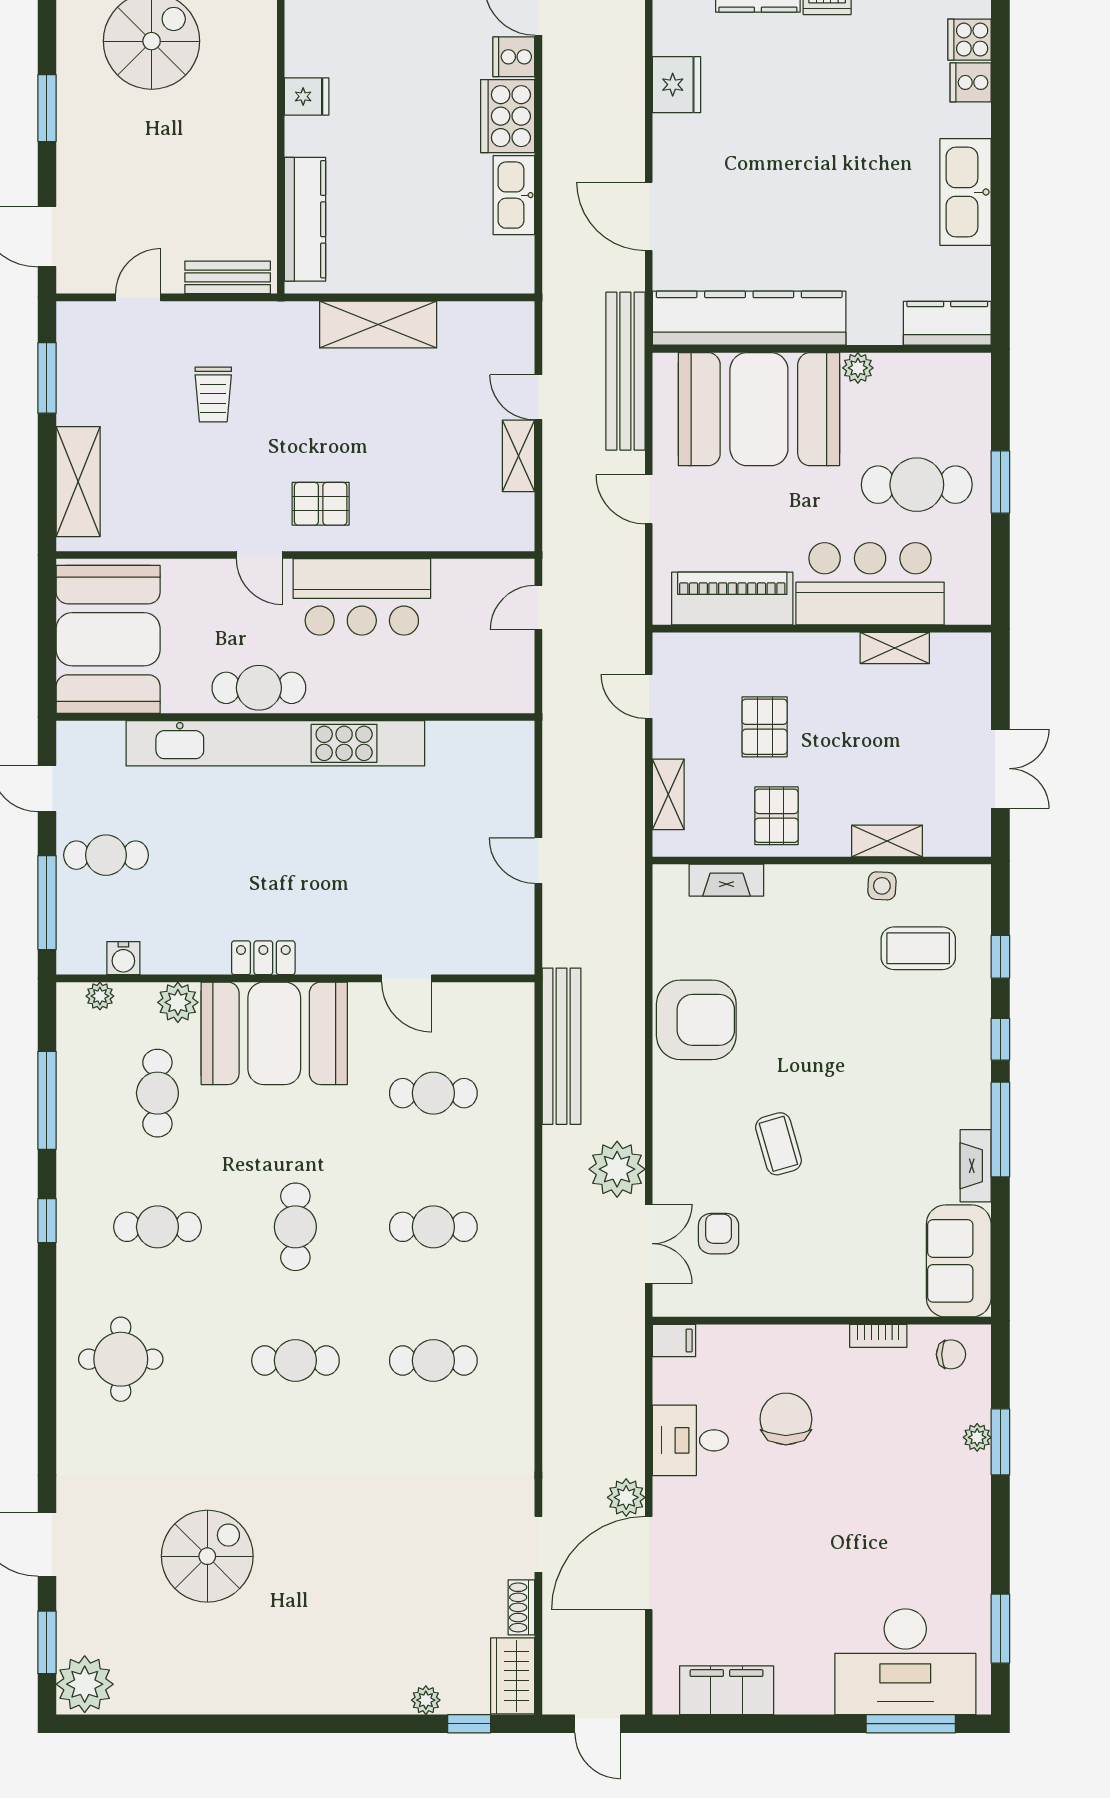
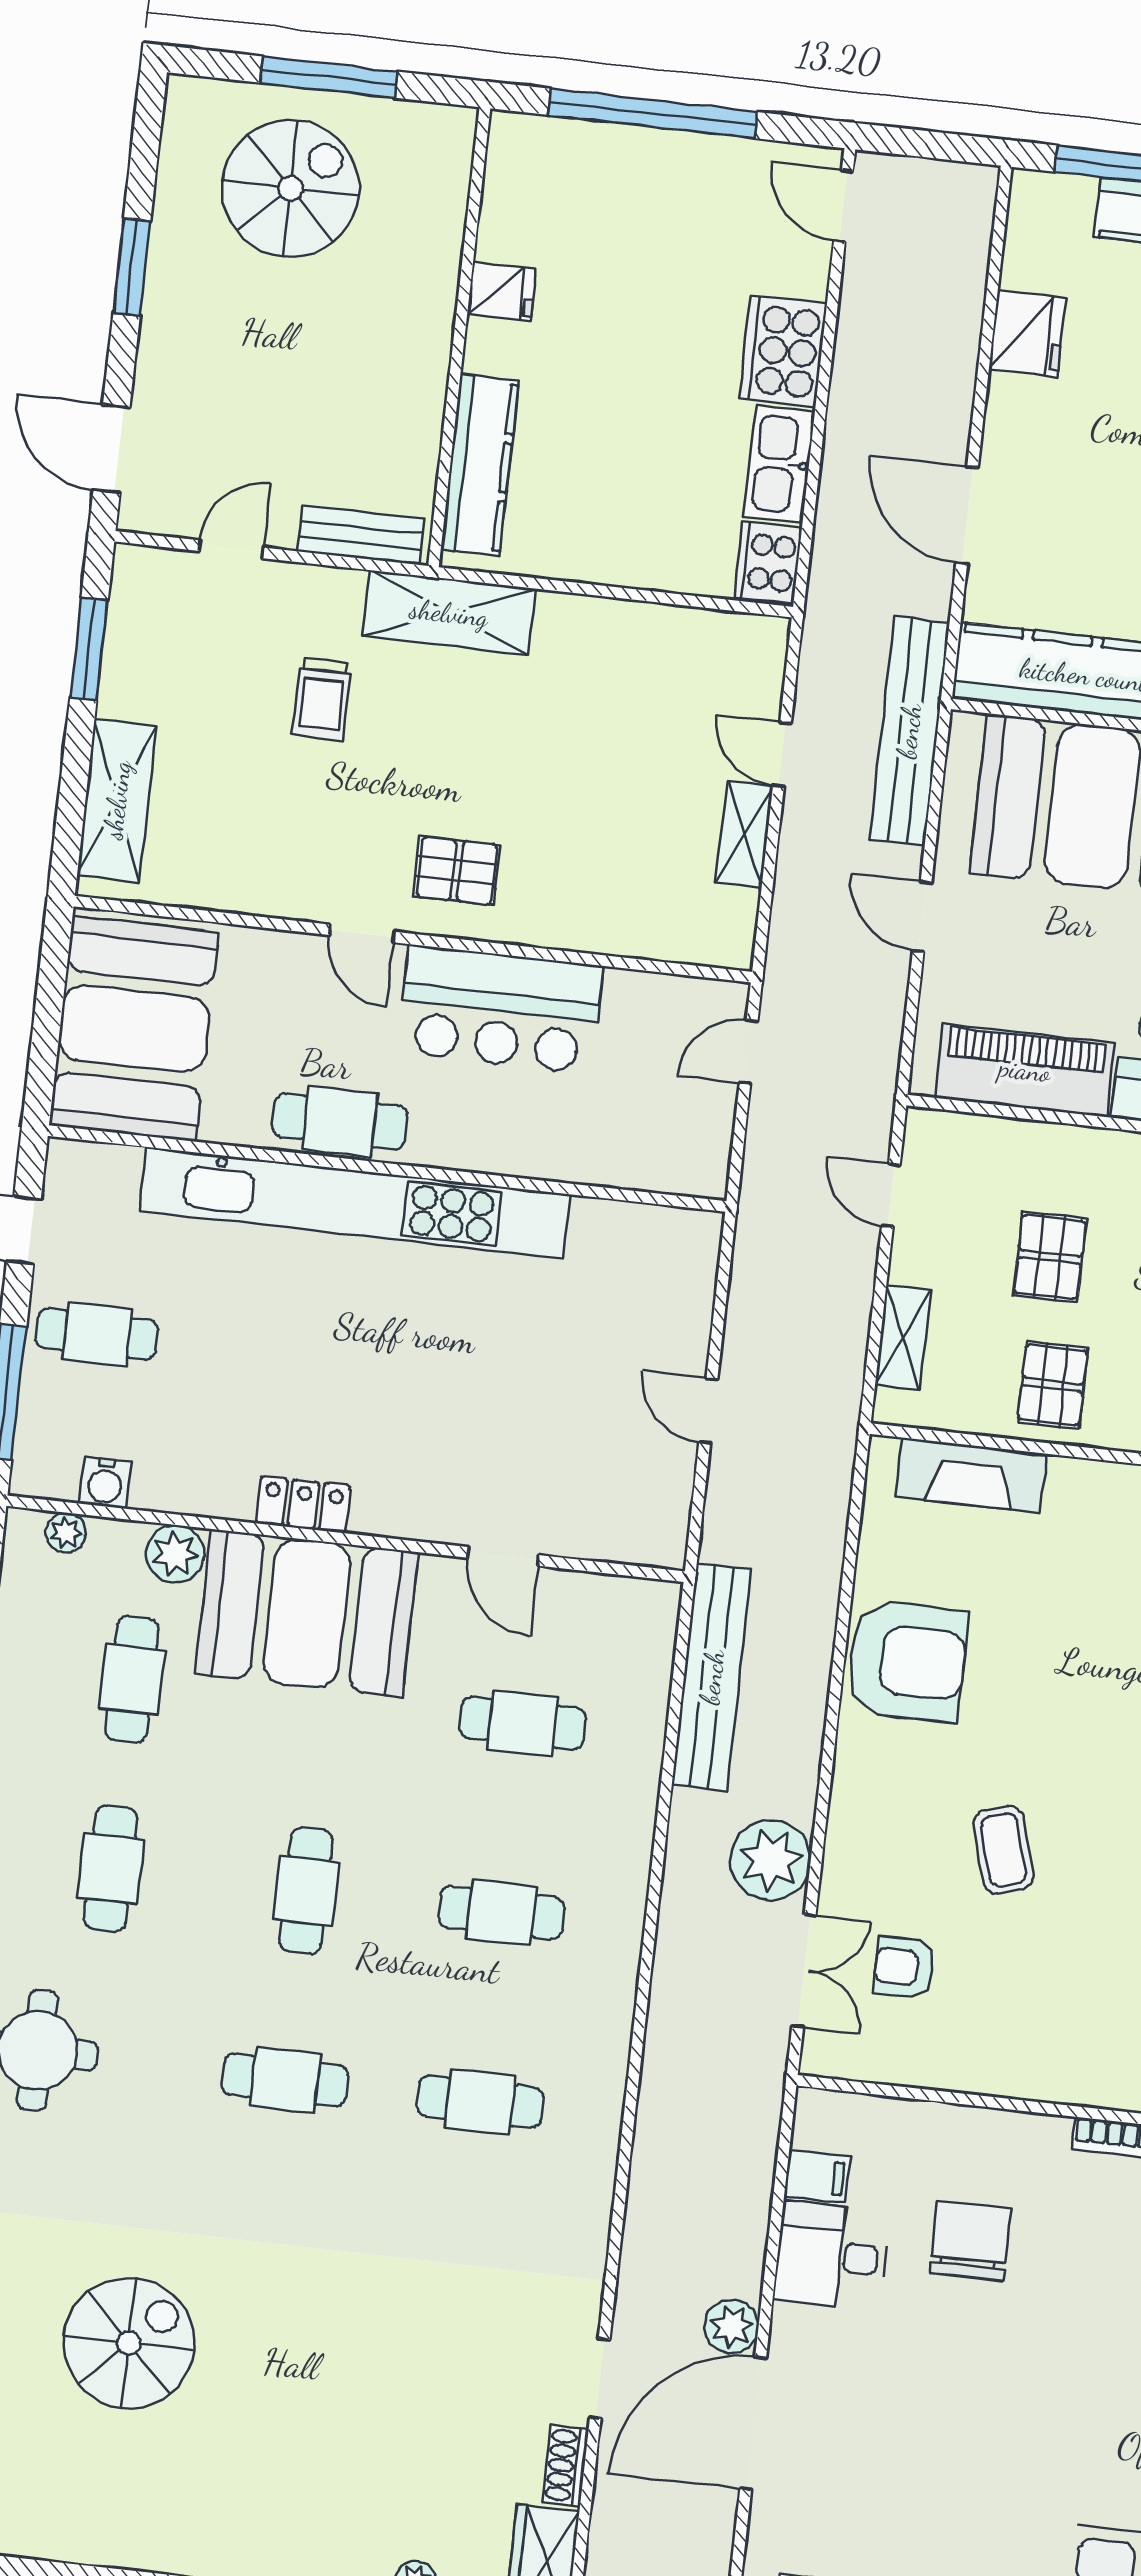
cooker: (514, 57) -> (768, 562), moved, width x1.36
shelving: (378, 324) -> (449, 613), moved
fireplace: (726, 880) -> (971, 1475), width x1.37, depth x1.32
cafe table: (157, 1227) -> (111, 1869), turned 90
armchair: (719, 1234) -> (904, 1967), turned -90
filing cabinet: (674, 1341) -> (817, 2176), moved

